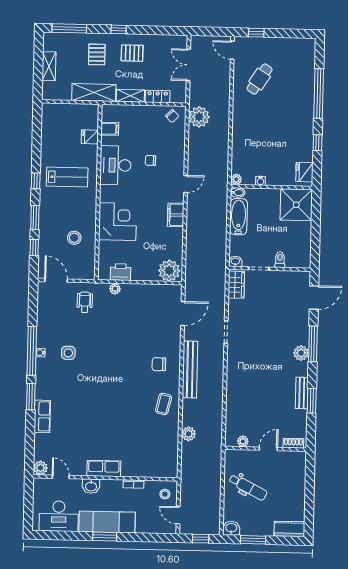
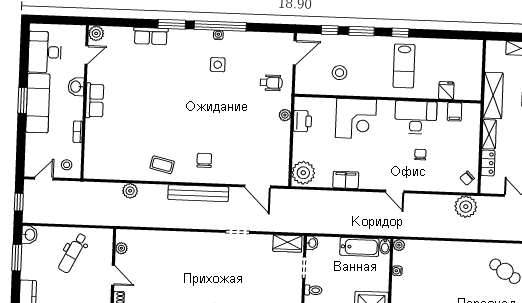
filing cabinet: (176, 215) -> (346, 180), moved

